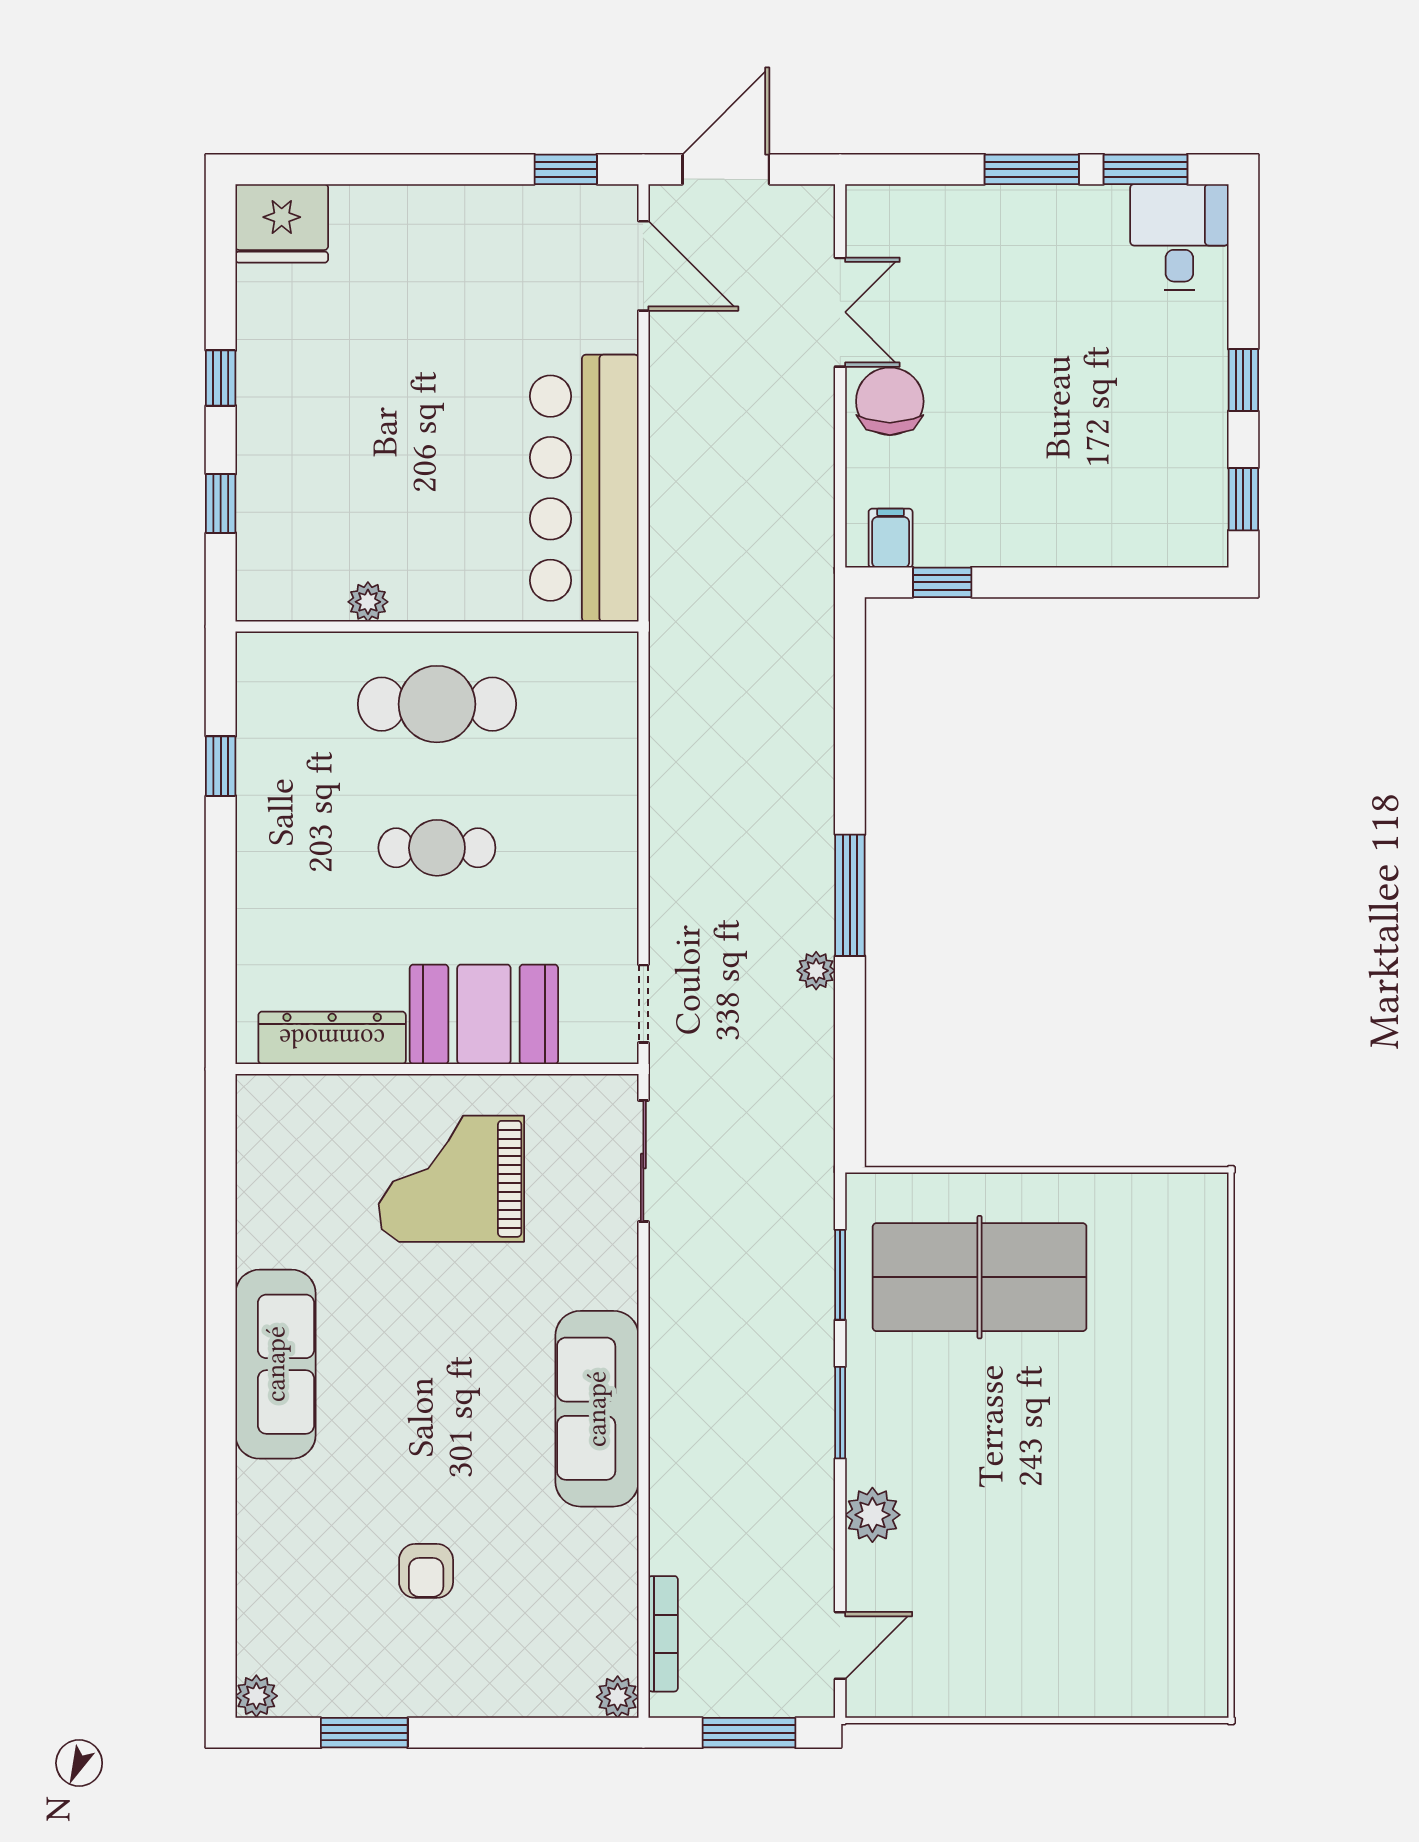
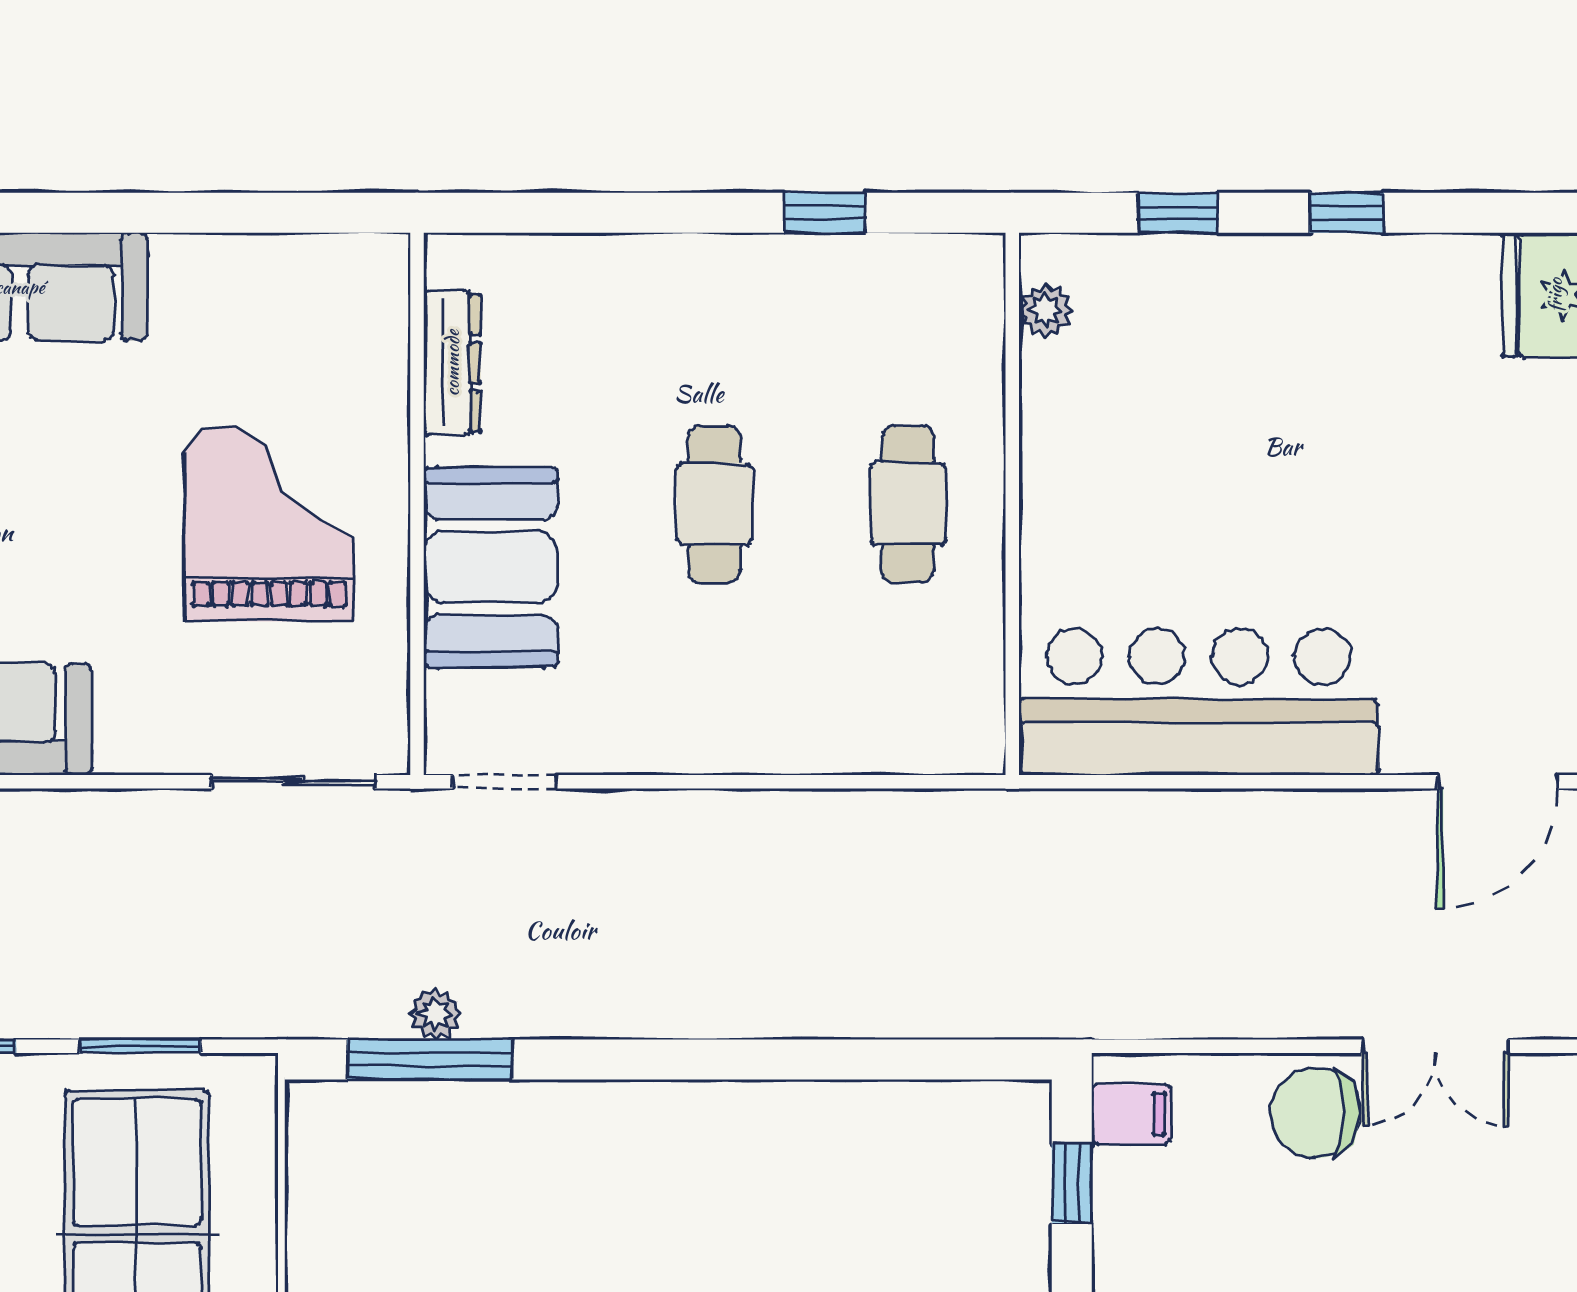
chair: (890, 401) -> (1315, 1113), turned 180
plant: (368, 602) -> (1046, 310), moved
cafe table: (437, 704) -> (908, 504), width x0.73, depth x0.74
window: (850, 895) -> (429, 1060), moved
plant: (816, 971) -> (435, 1014), moved
dresser: (332, 1038) -> (452, 363), width x0.73, depth x0.80

